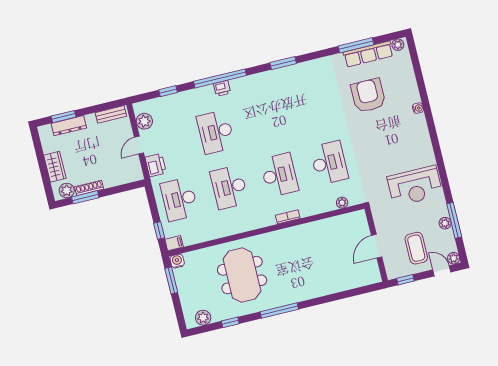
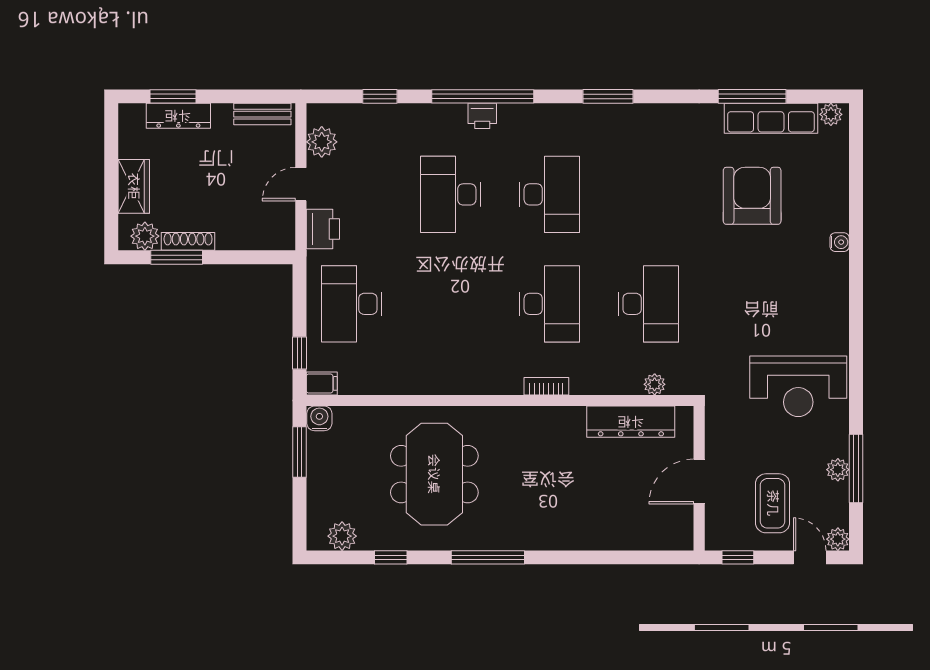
desk: (229, 187) -> (549, 194), moved, turned 180
dresser: (335, 224) -> (631, 422), added

